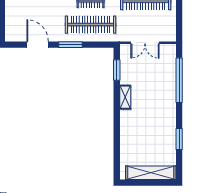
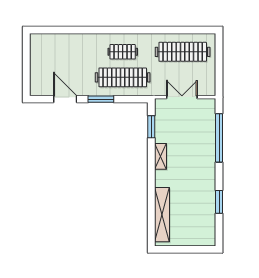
double door: (145, 43) -> (182, 97), swing flipped
shelving: (151, 173) -> (162, 215), moved, turned 90

